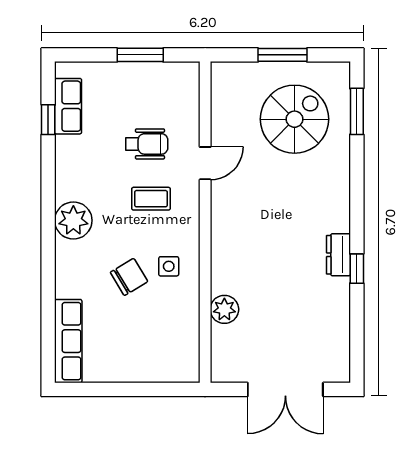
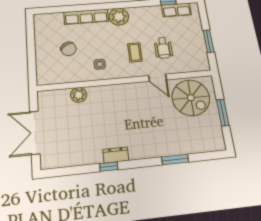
window: (357, 111) -> (175, 159), moved
spiral stairs: (294, 119) -> (191, 98), moved
chair: (129, 277) -> (69, 49), moved
row of seats: (68, 341) -> (86, 17), moved

